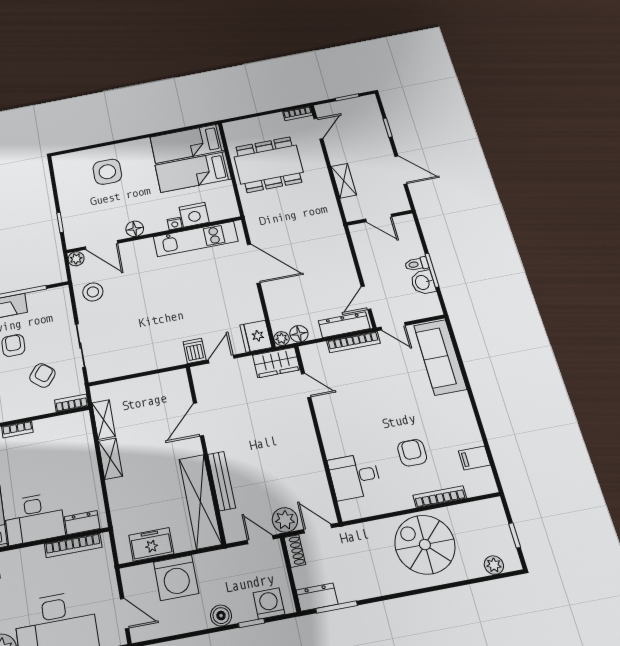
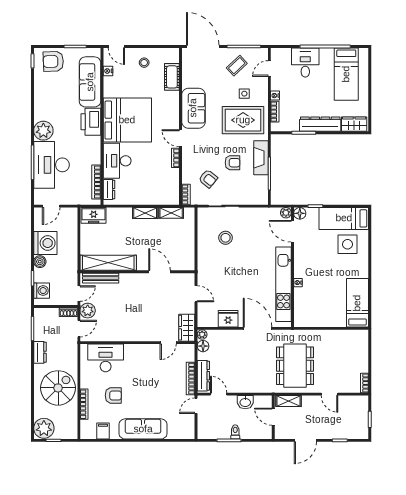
door: (318, 129) -> (329, 394), moved
dining table: (269, 165) -> (295, 366), moved
bed: (193, 172) -> (344, 218), moved, turned -90
shelving: (344, 181) -> (288, 401), moved
nightstand: (194, 215) -> (302, 297), removed
door: (379, 218) -> (273, 417), hinge flipped
floor lamp: (135, 229) -> (300, 213), moved
kitchen unit: (196, 239) -> (283, 284), width x1.36
door: (102, 245) -> (293, 231), hinge flipped
door: (254, 264) -> (258, 328), swing flipped
washbasin: (423, 282) -> (245, 402), moved, turned 180
stool: (93, 292) -> (226, 238), moved
fridge: (256, 336) -> (228, 319), moved
dishwasher: (195, 351) -> (205, 278), removed
sofa: (440, 357) -> (143, 429), moved
desk: (355, 476) -> (106, 358), width x1.37
bench: (222, 481) -> (101, 278), moved
freezer: (151, 544) -> (94, 215), moved, turned 90
plant: (494, 565) -> (44, 428), width x1.88, depth x1.88
washing machine: (176, 578) -> (45, 243), moved, turned 180
dresser: (317, 597) -> (40, 352), moved

